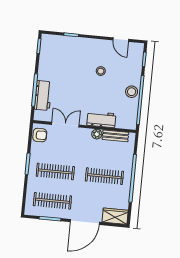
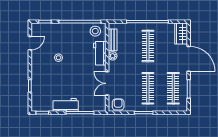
stool: (132, 92) -> (95, 31), moved
workbench: (43, 95) -> (66, 105), moved

